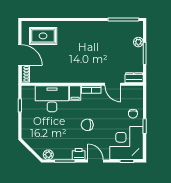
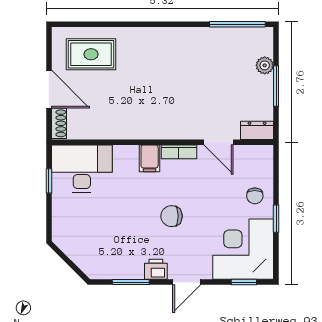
desk: (52, 99) -> (82, 169), moved
plant: (48, 155) -> (101, 271), removed
door: (96, 161) -> (187, 282), swing flipped

